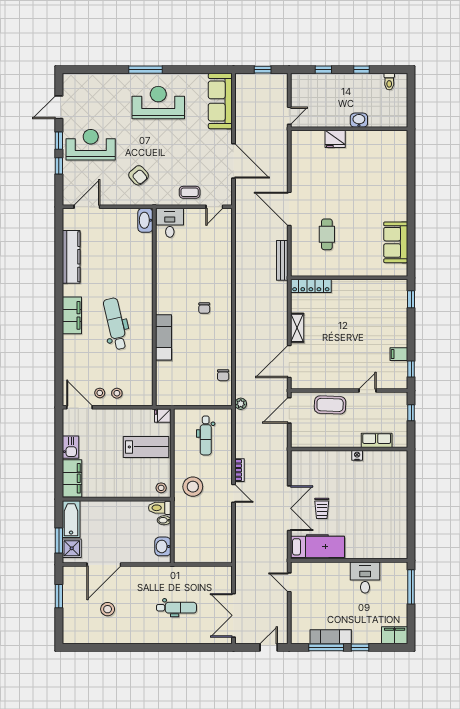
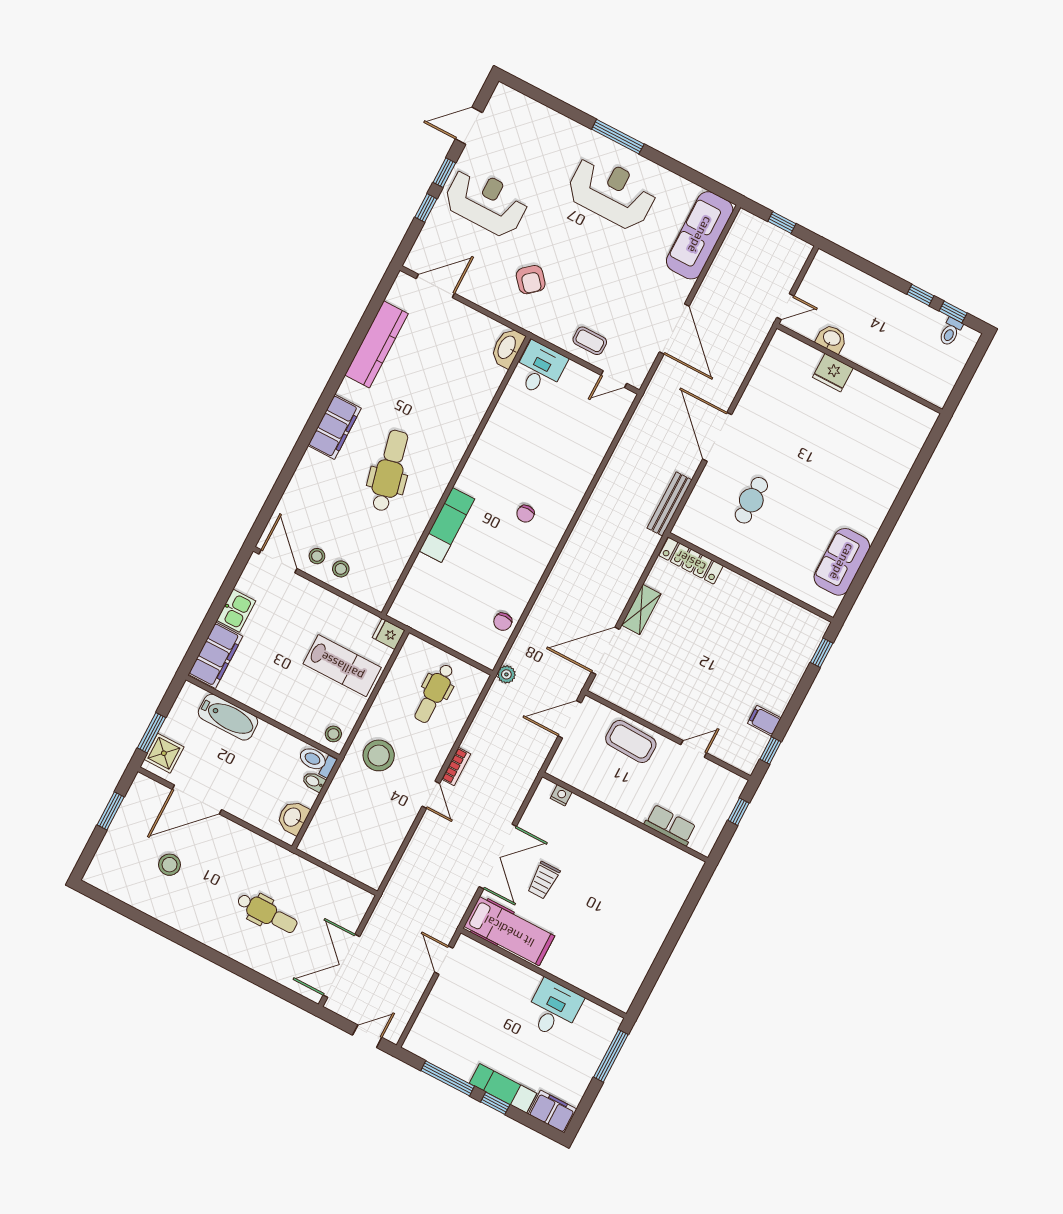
window: (323, 70) -> (953, 312), moved
washbasin: (359, 120) -> (832, 339), moved
nightstand: (357, 455) -> (561, 795), moved
bathtub: (71, 519) -> (228, 717), moved, turned 90
exam couch: (331, 637) -> (503, 1088), moved

